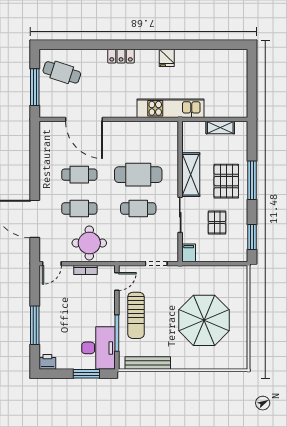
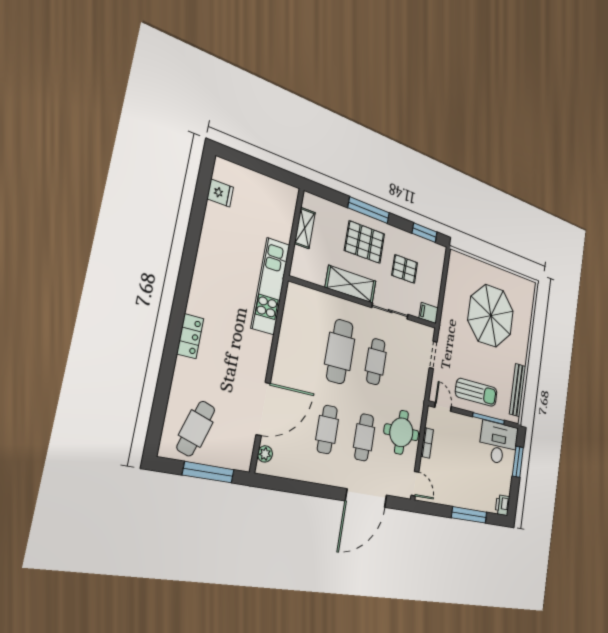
fridge: (167, 58) -> (220, 193), moved
plant: (54, 127) -> (265, 454), added

